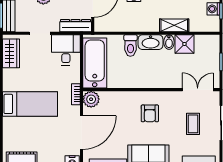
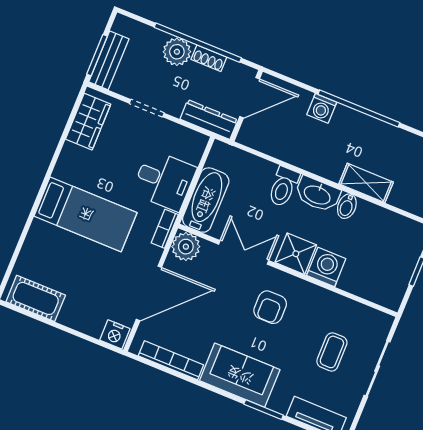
shower: (184, 44) -> (296, 254), moved
desk: (66, 50) -> (164, 180), moved, turned 90
bathtub: (95, 63) -> (206, 200), width x0.73, depth x0.73
washing machine: (171, 79) -> (326, 267), added
double door: (198, 90) -> (244, 252), moved

